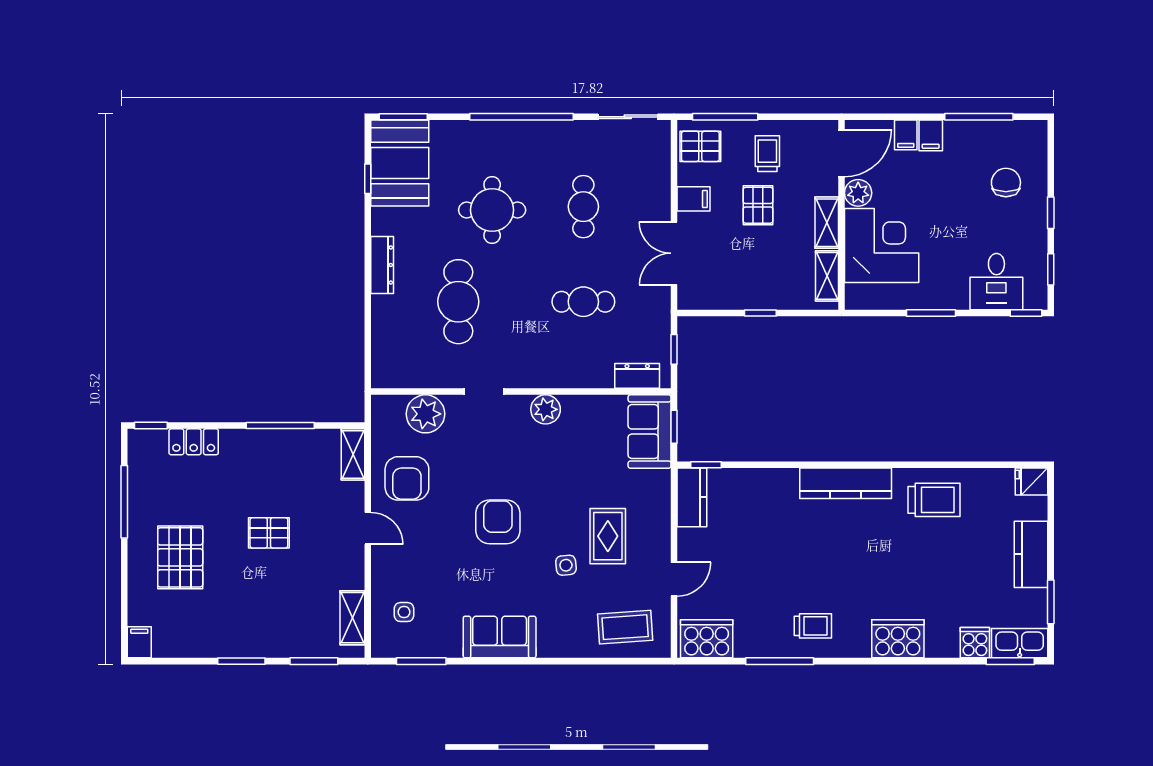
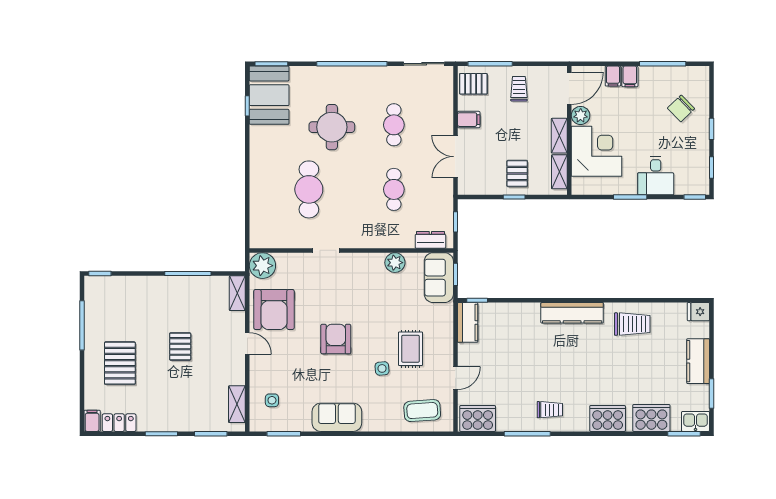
chair: (1006, 183) -> (681, 108), turned -134
pallet: (758, 205) -> (517, 173), moved
dresser: (382, 265) -> (257, 164), removed
desk: (996, 282) -> (656, 176), moved
cafe table: (583, 302) -> (394, 189), turned 90
plant: (546, 409) -> (395, 263), moved
plant: (425, 414) -> (262, 266), moved
locker: (194, 442) -> (119, 423), moved, turned 180
armchair: (407, 478) -> (274, 309), width x1.36, depth x1.36
pallet: (269, 533) -> (180, 346), turned 90
cooker: (975, 643) -> (651, 418), width x1.87, depth x1.31
kitchen sink: (1020, 643) -> (696, 421), width x0.73

